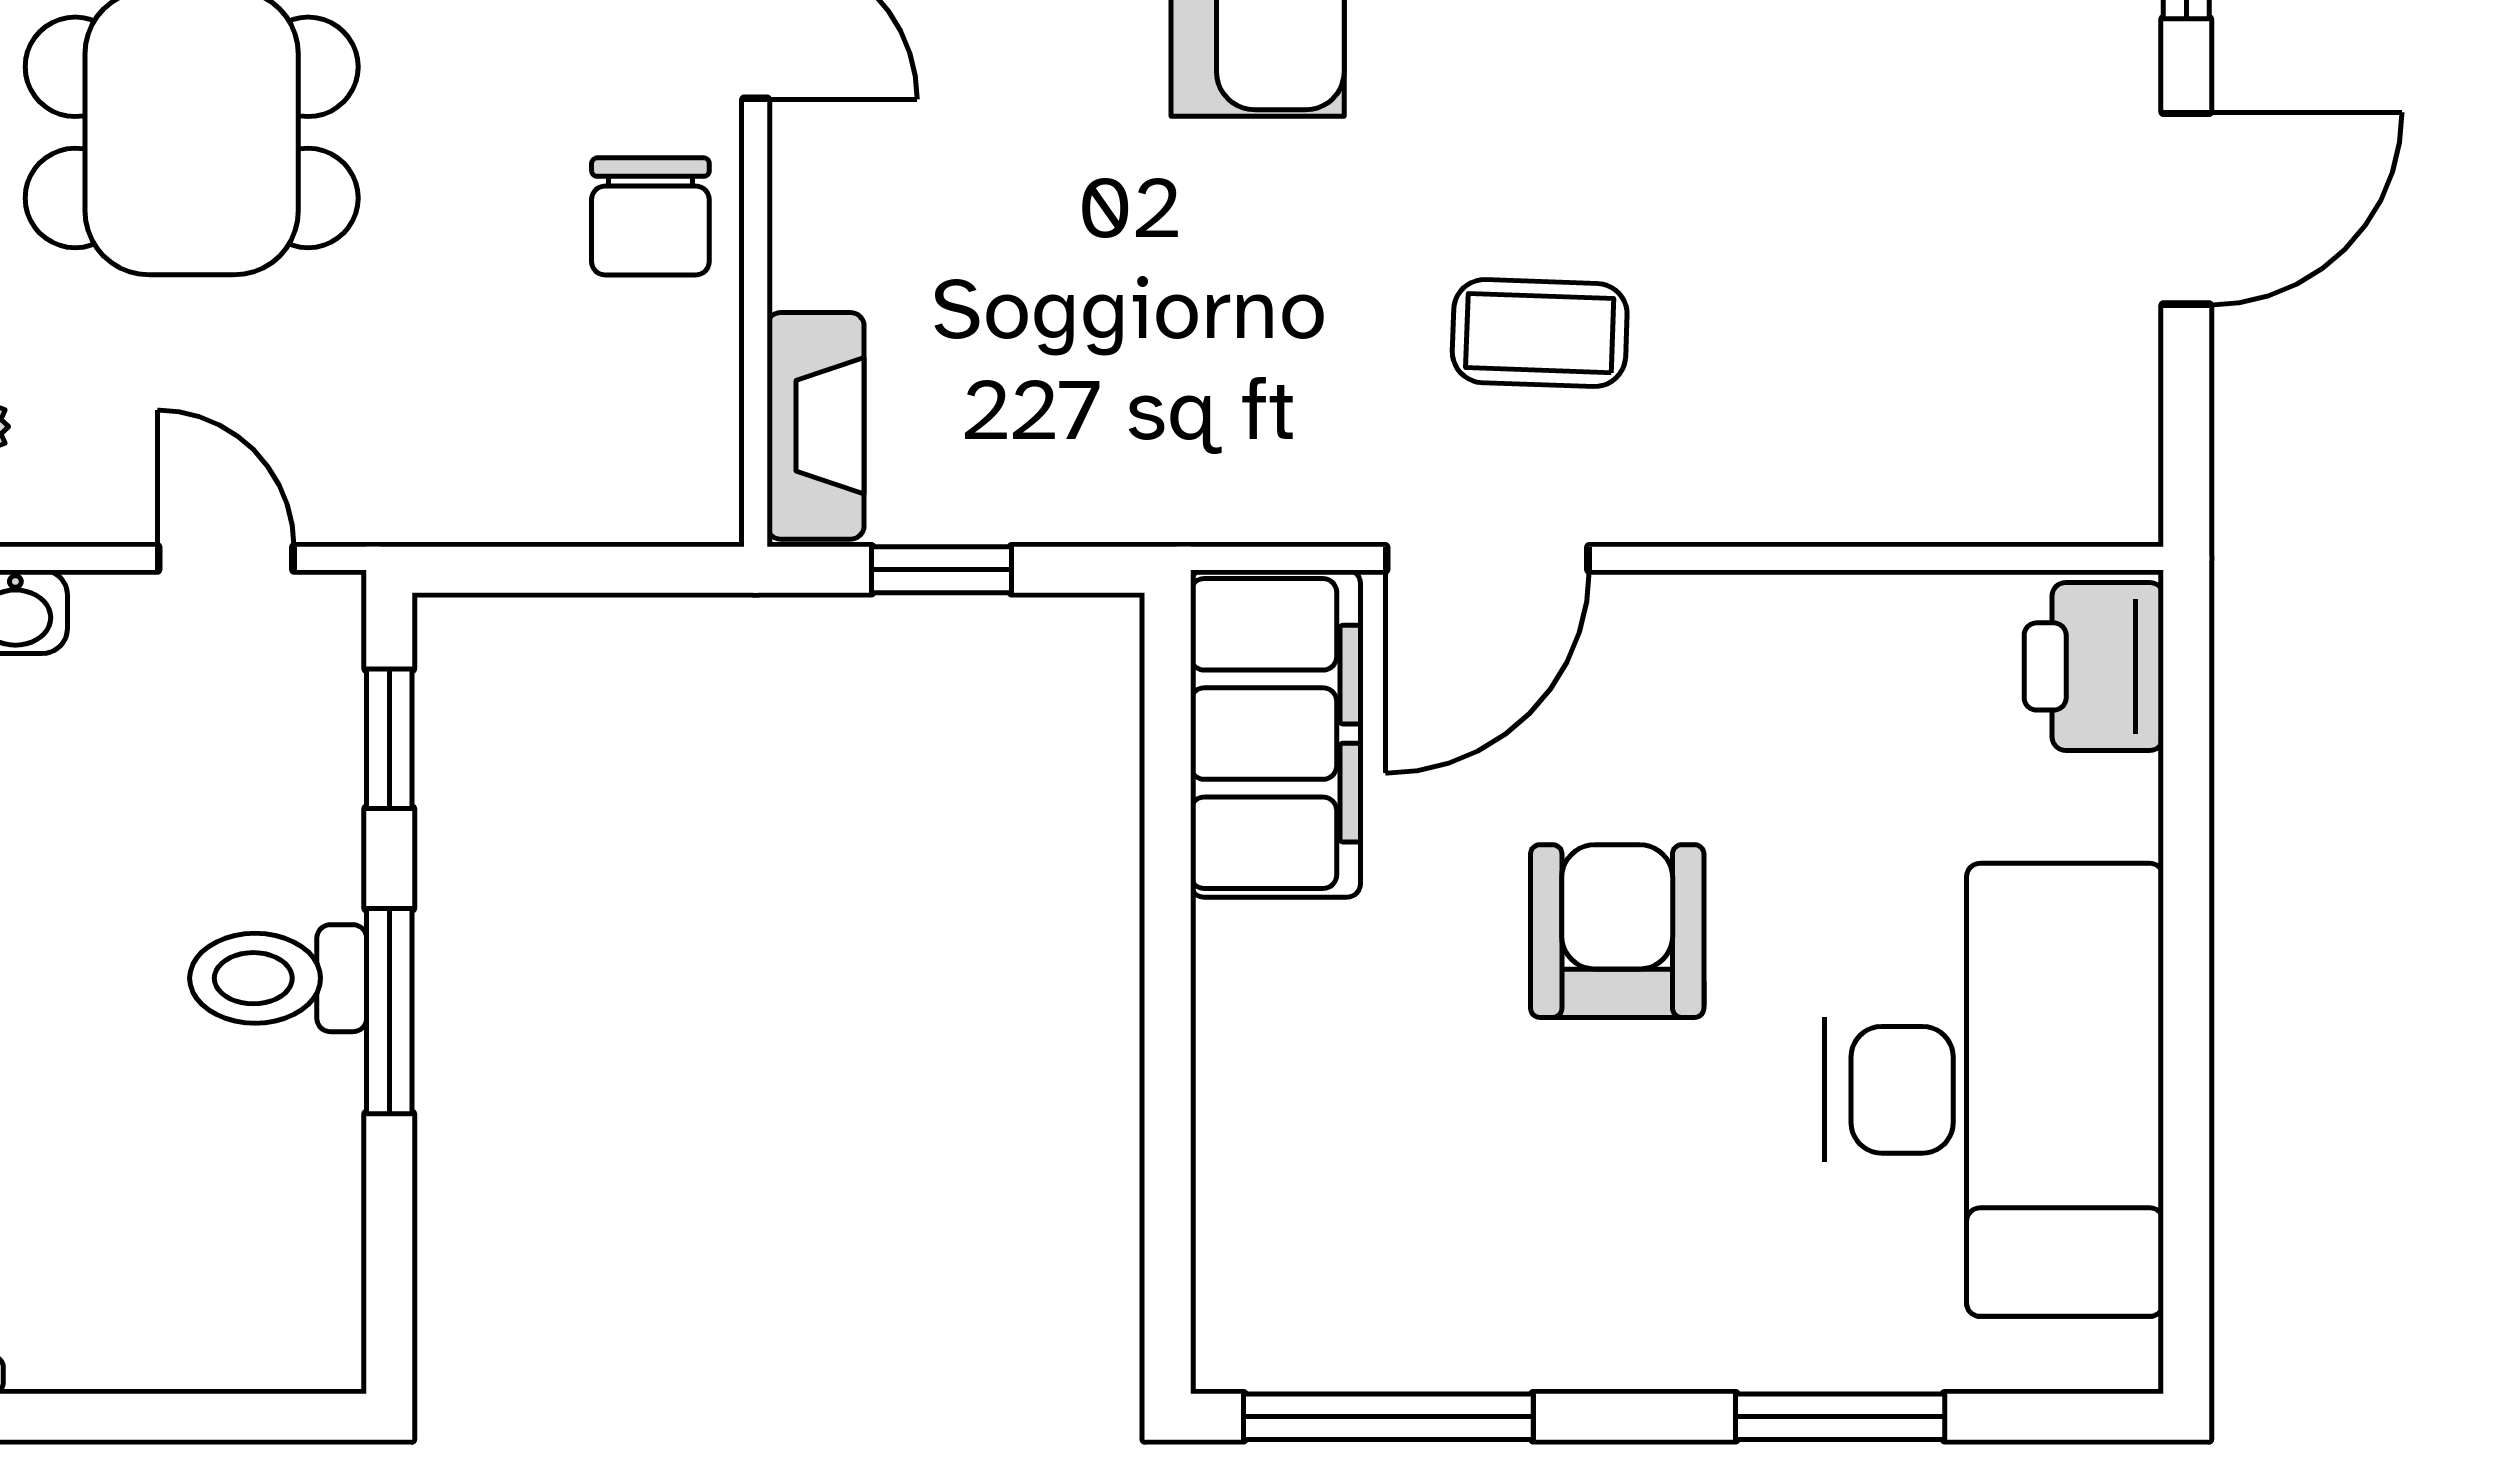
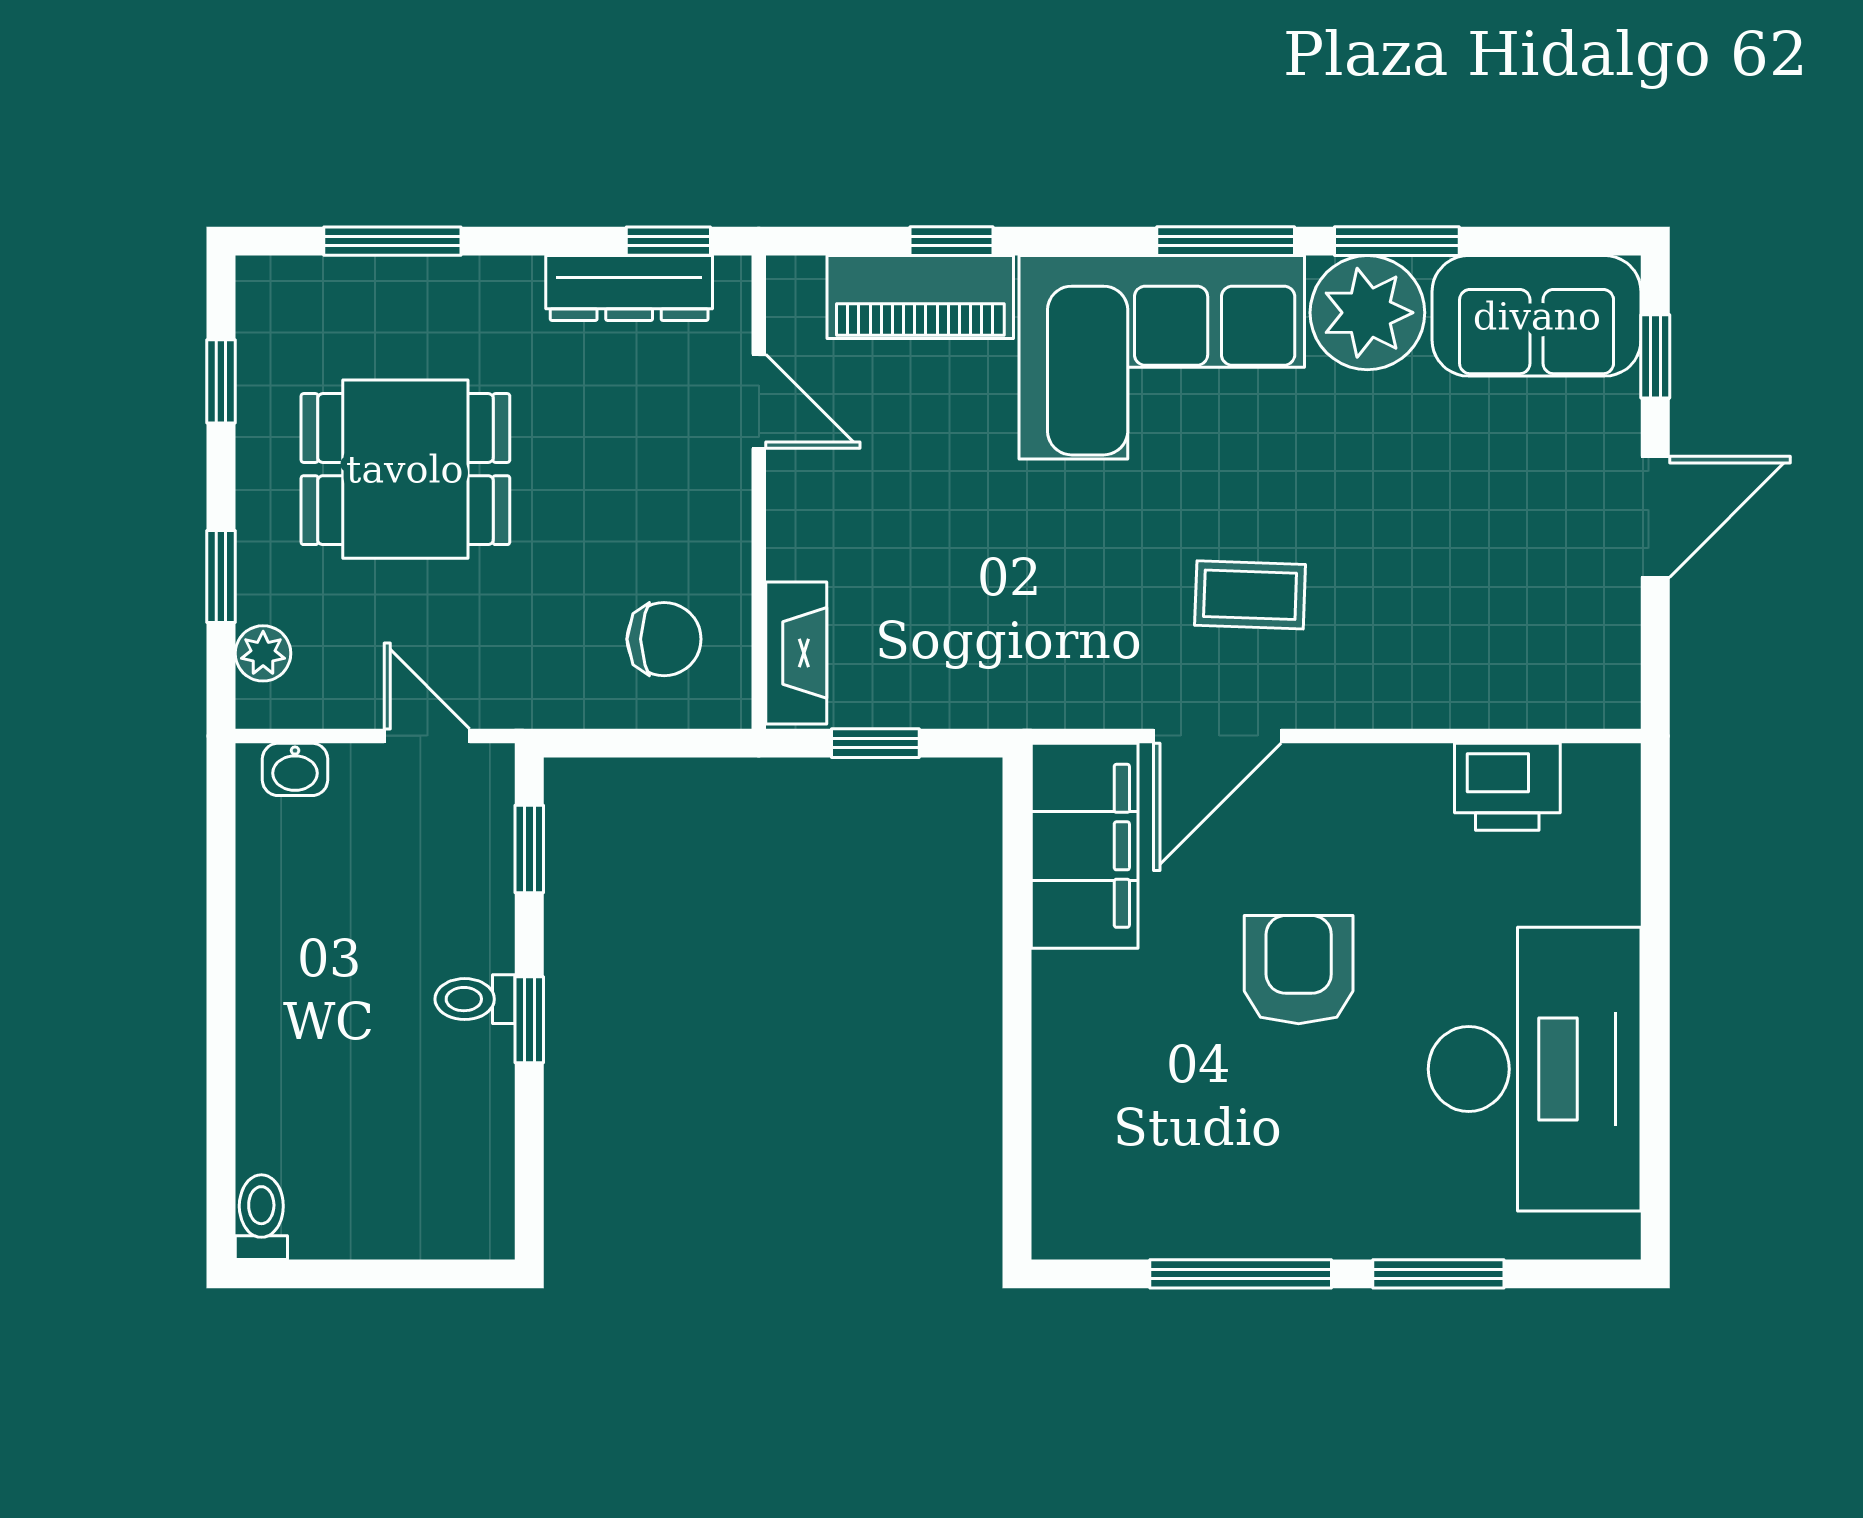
chair: (650, 216) -> (664, 639), moved, turned -90
printer: (2094, 666) -> (1507, 787), moved, turned -90
toilet: (278, 978) -> (475, 999), width x0.73, depth x0.72
window: (389, 1011) -> (529, 1020), width x0.67
window: (1388, 1417) -> (1241, 1274), moved

